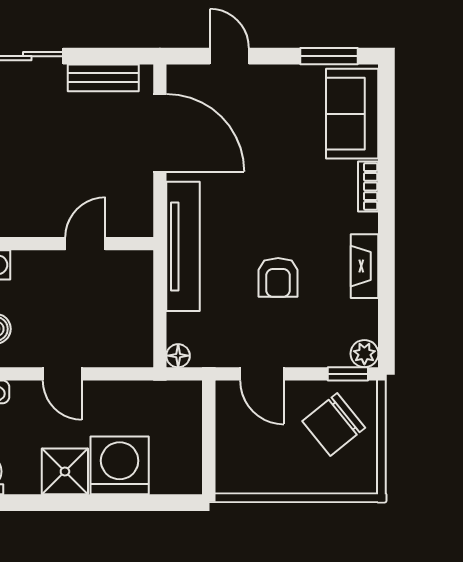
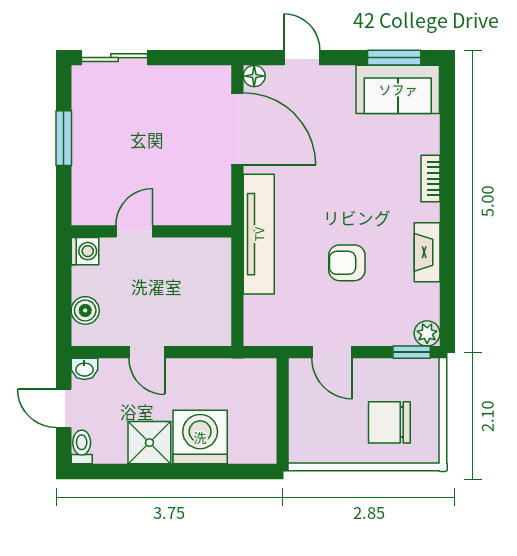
bench: (103, 78) -> (185, 78), removed
sofa: (352, 114) -> (398, 89), moved, turned -90
door: (85, 244) -> (134, 231), moved
armchair: (278, 277) -> (347, 263), turned 90
floor lamp: (178, 356) -> (254, 76), moved
chair: (334, 424) -> (389, 422), moved, turned 39

